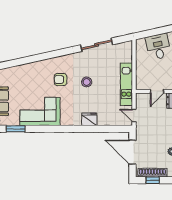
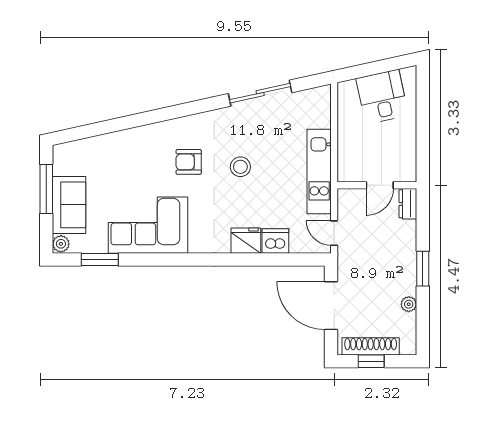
dishwasher: (104, 119) -> (275, 241), added

